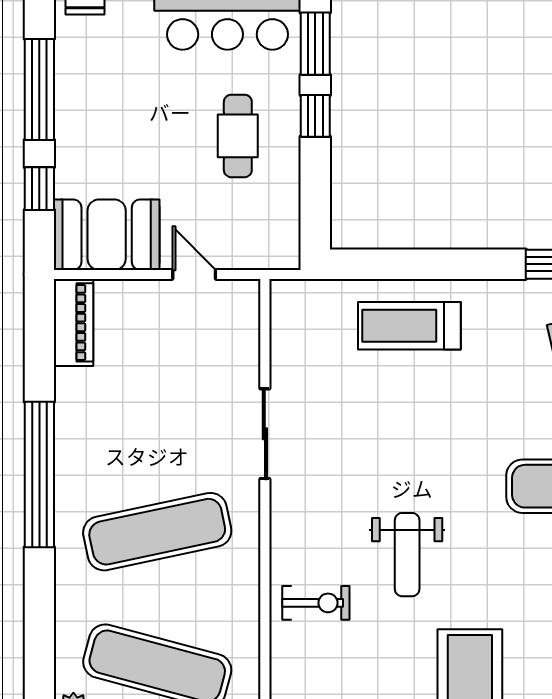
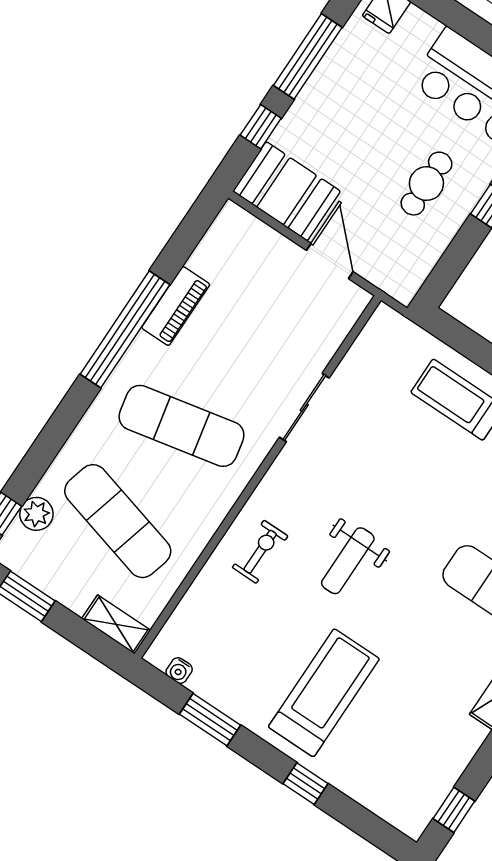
door: (194, 274) -> (330, 261), width x1.37
piano: (73, 322) -> (176, 306), moved
exercise bike: (316, 603) -> (260, 552), turned -90

